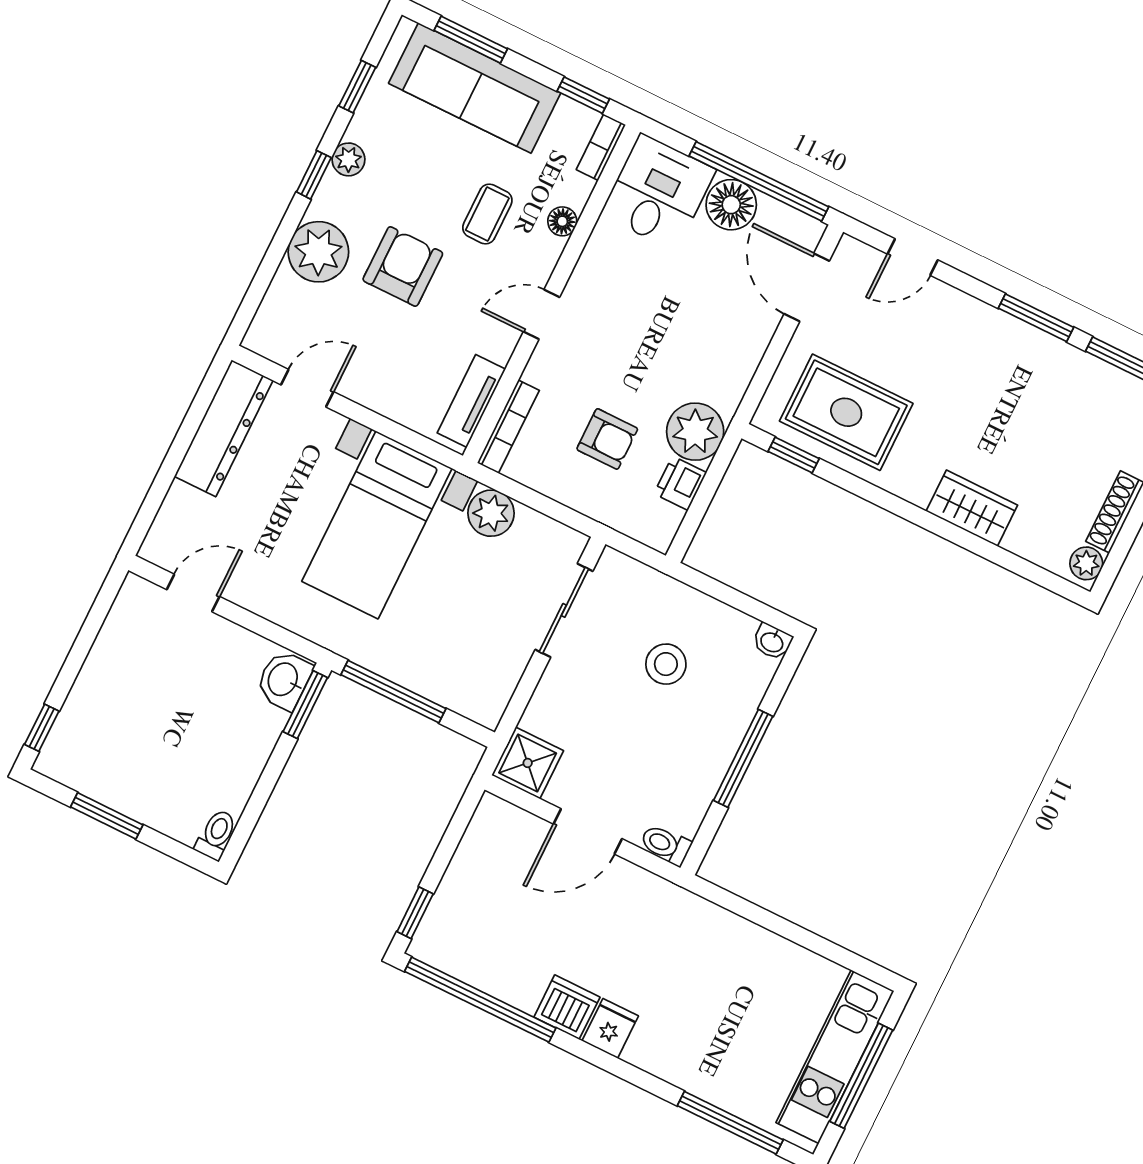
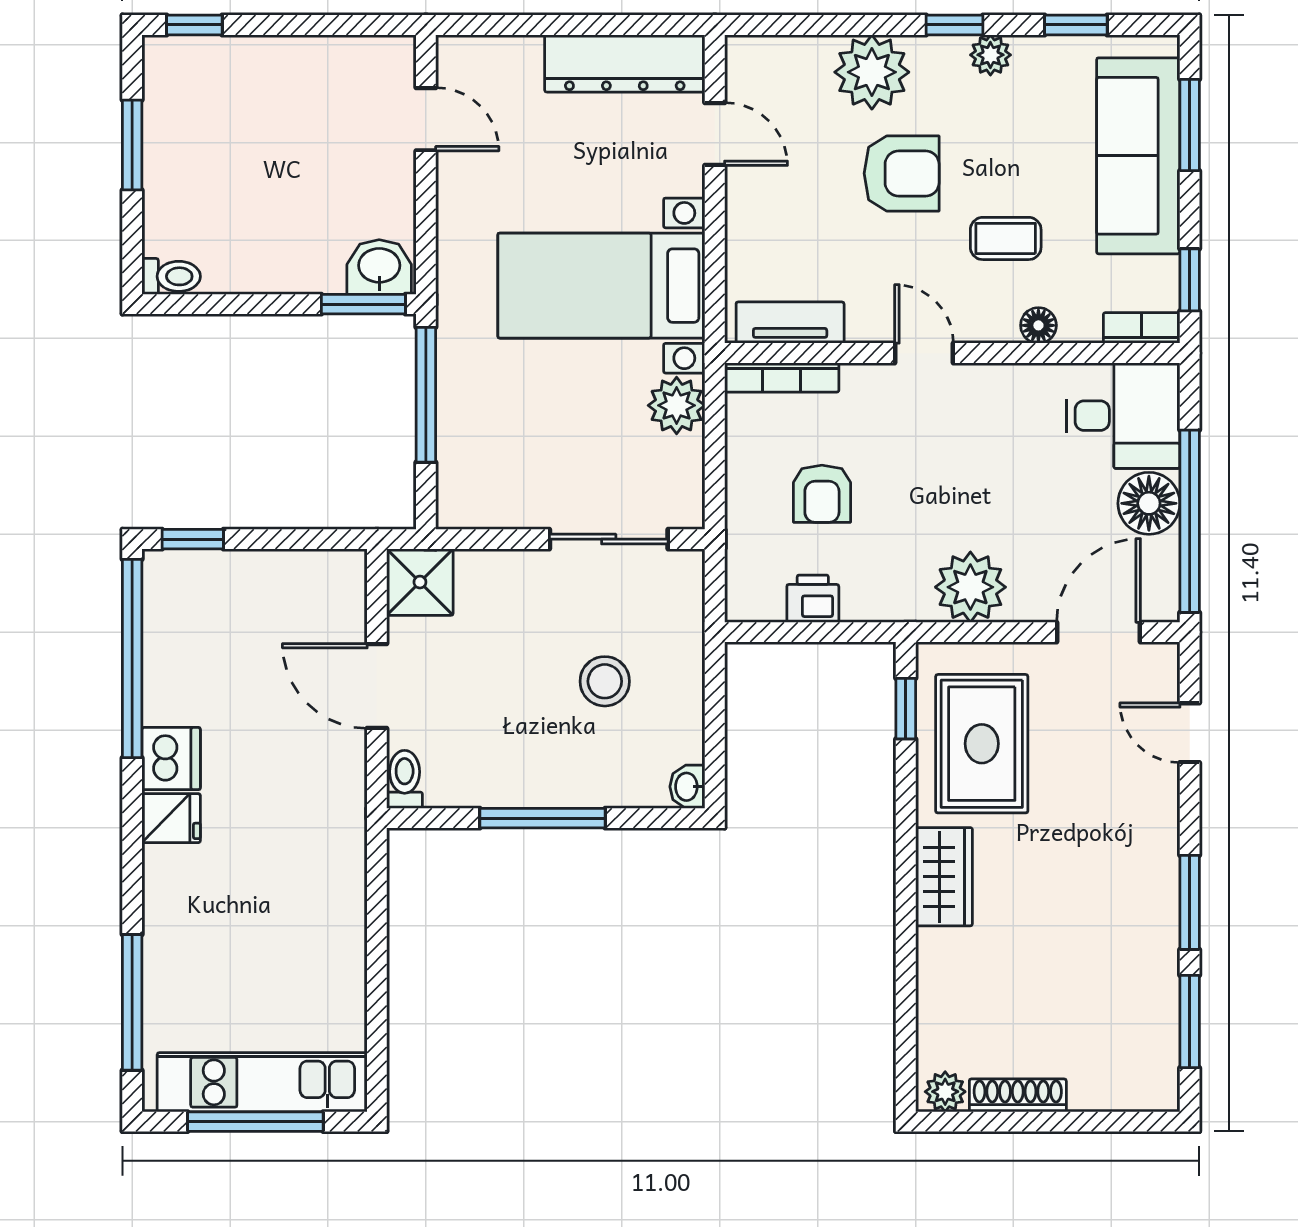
plant: (695, 432) -> (970, 587), moved
wardrobe: (972, 508) -> (944, 877), moved

